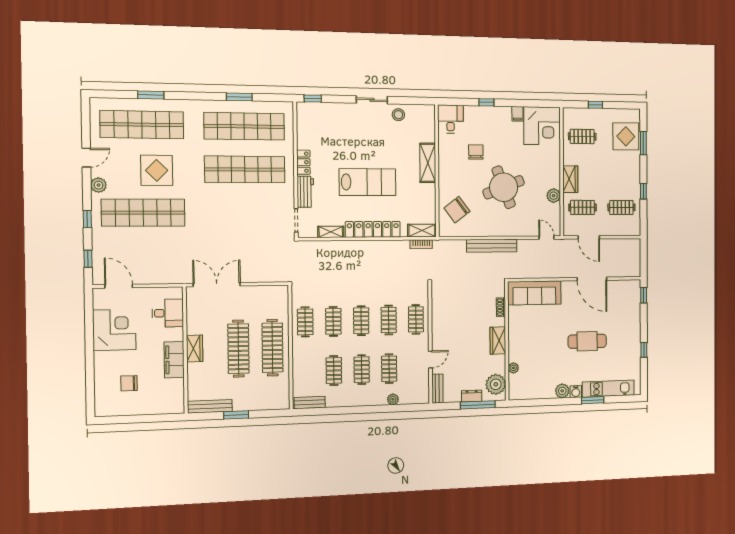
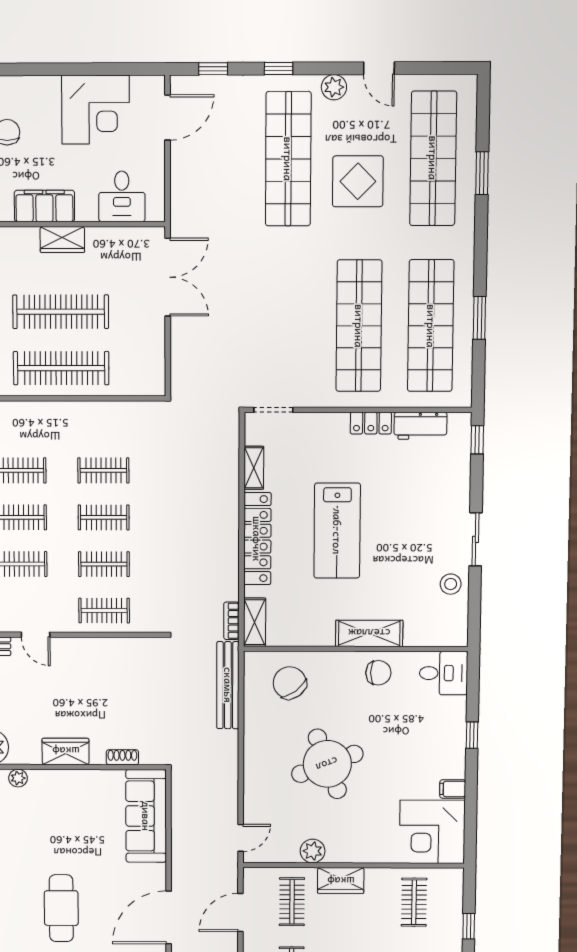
chair: (476, 152) -> (378, 673), moved
workbench: (305, 192) -> (420, 426), moved
bench: (492, 246) -> (228, 685), moved
clothes rail: (305, 322) -> (103, 423), removed

